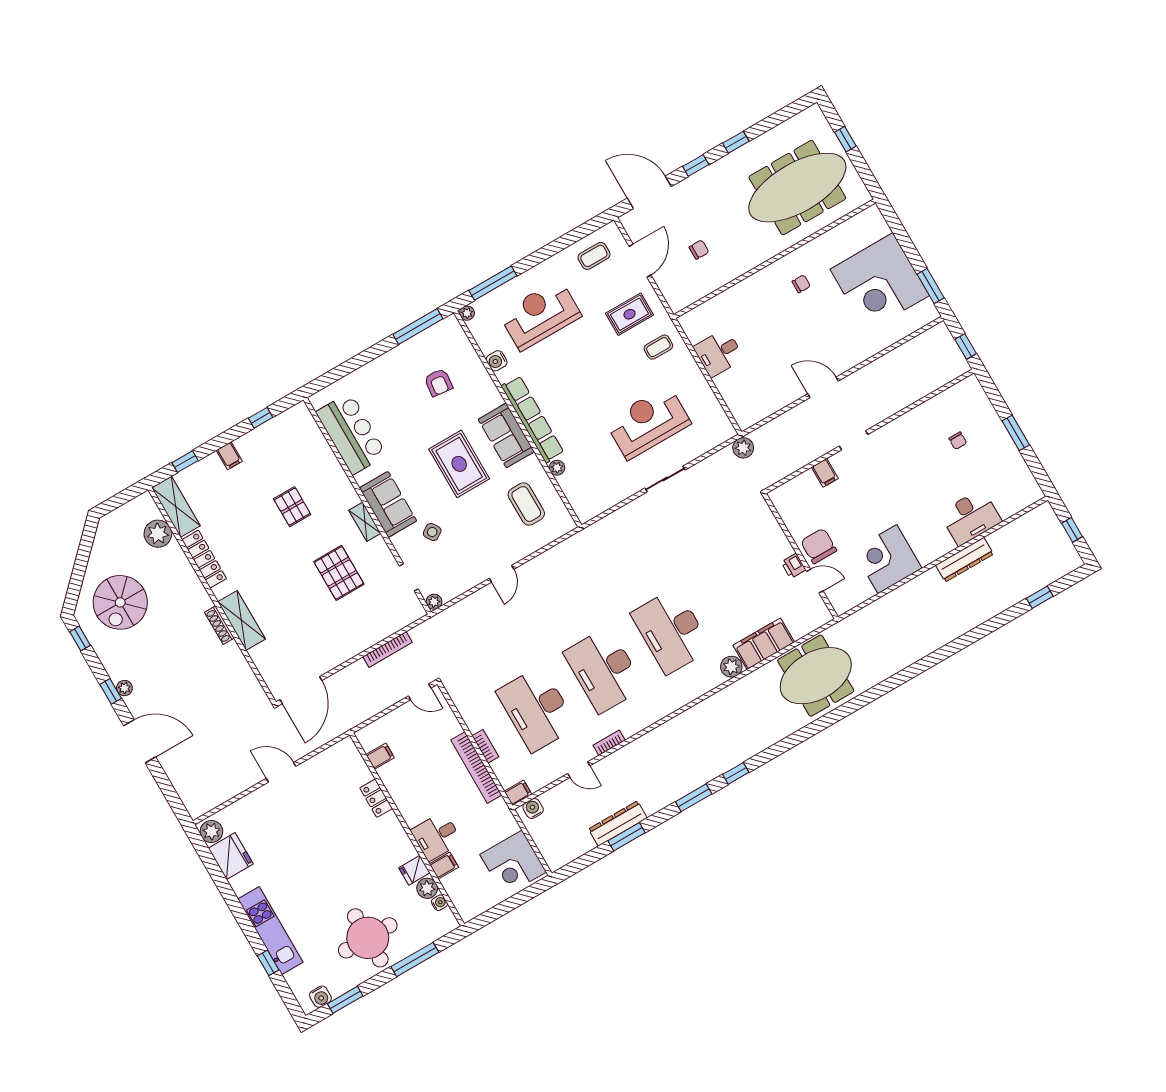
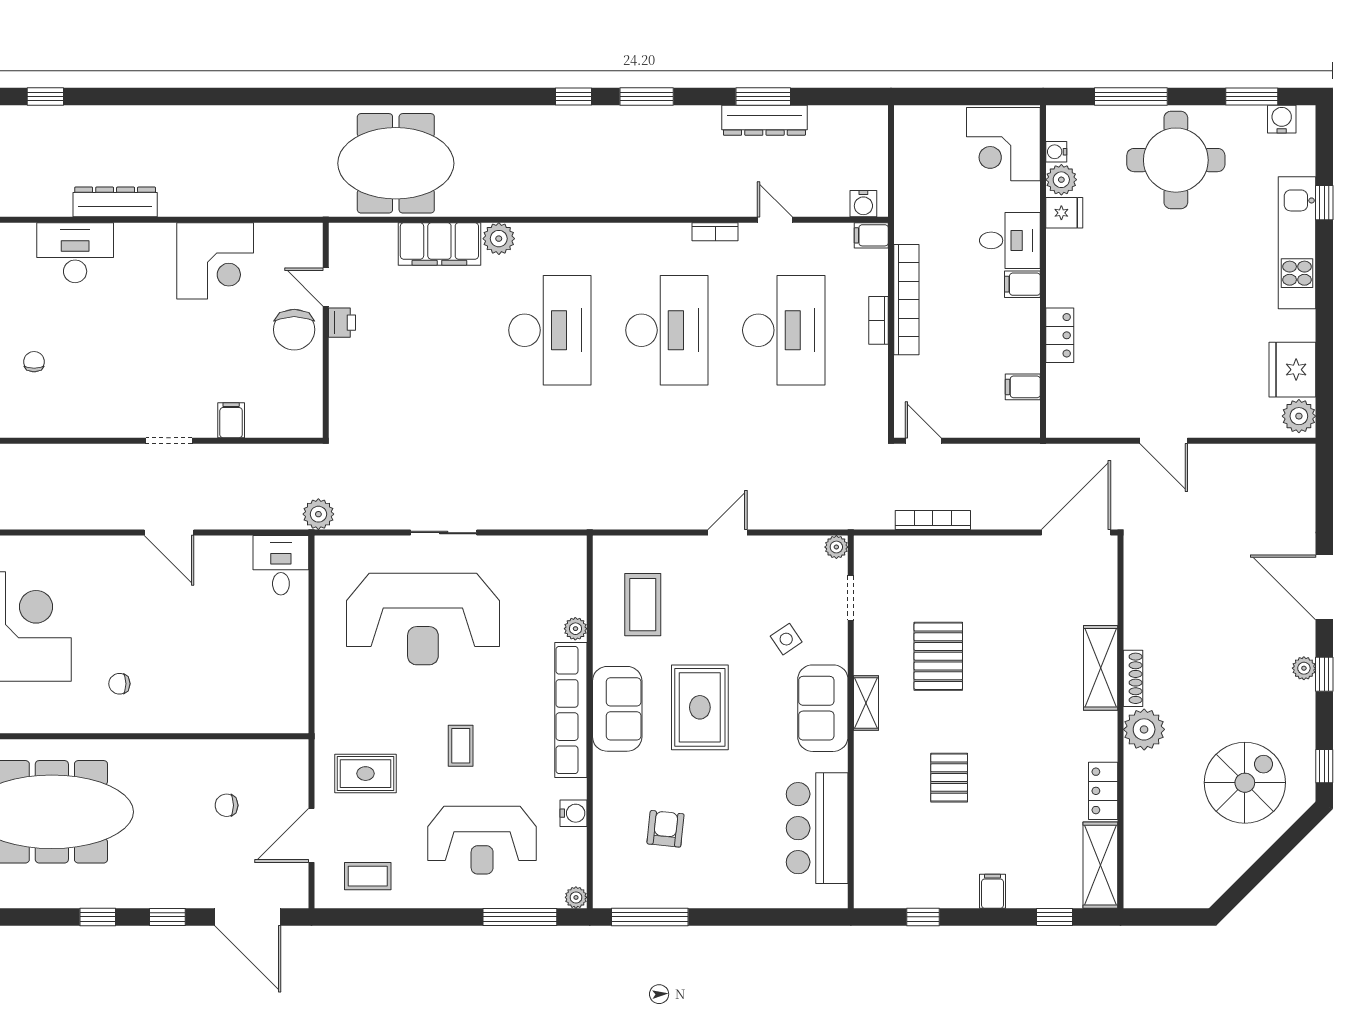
coffee table: (658, 347) -> (461, 746), moved, turned 90
desk: (719, 353) -> (281, 565), moved, turned -90
reception desk: (648, 422) -> (423, 619), width x1.36, depth x1.30
plant: (158, 534) -> (1144, 729), moved
locker: (204, 559) -> (1103, 791), width x0.66
corner desk: (513, 863) -> (1003, 144), moved, turned 180
filing cabinet: (444, 866) -> (1022, 284), moved

